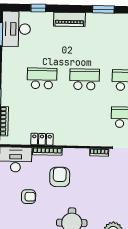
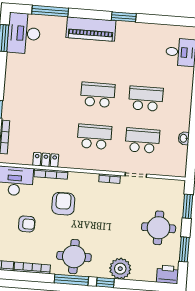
window: (38, 8) -> (50, 11), width x2.17
piano: (69, 19) -> (91, 29), width x1.37, depth x1.33
school desk: (42, 78) -> (94, 137), moved

